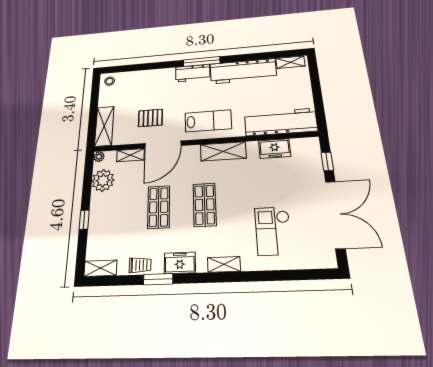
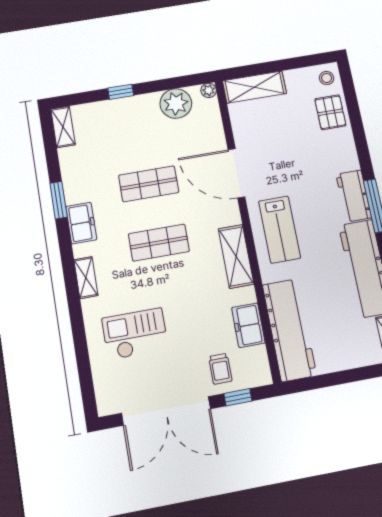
pallet: (150, 118) -> (330, 112), moved
shelving: (130, 155) -> (216, 132), removed
trolley: (140, 265) -> (220, 369), moved

